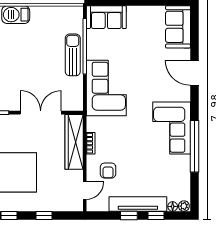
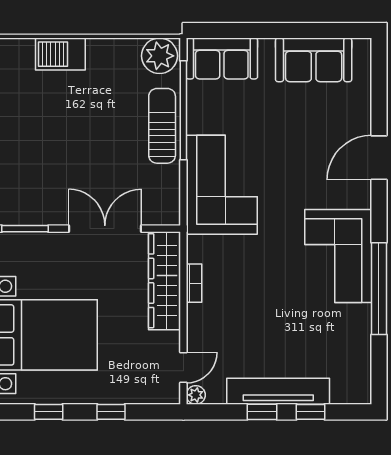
plant: (71, 16) -> (160, 56), added
sofa: (178, 27) -> (314, 60), moved, turned -90
door: (195, 73) -> (379, 158), hinge flipped
armchair: (108, 171) -> (225, 332), removed
floor lamp: (173, 206) -> (340, 396), removed
plant: (184, 206) -> (196, 395), moved

